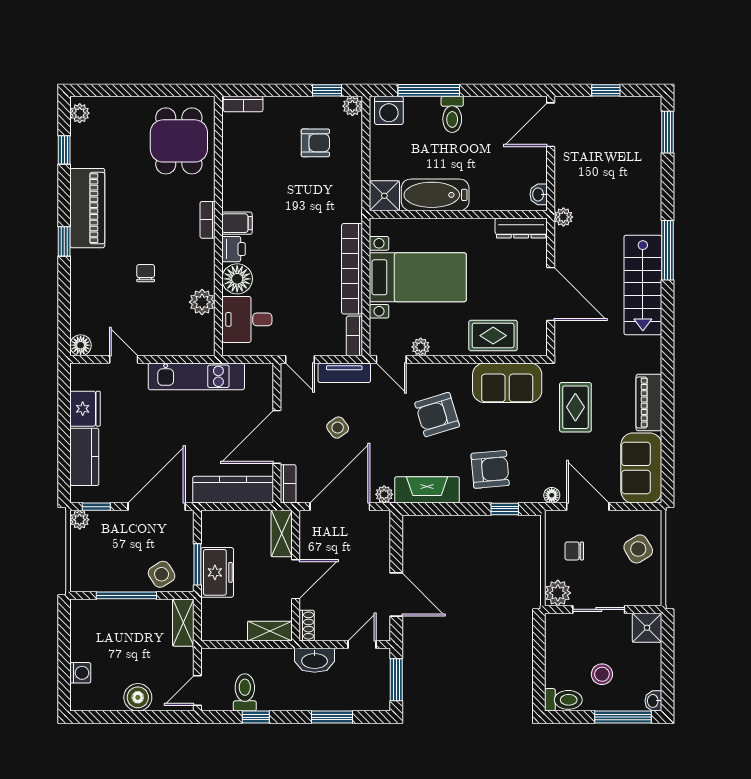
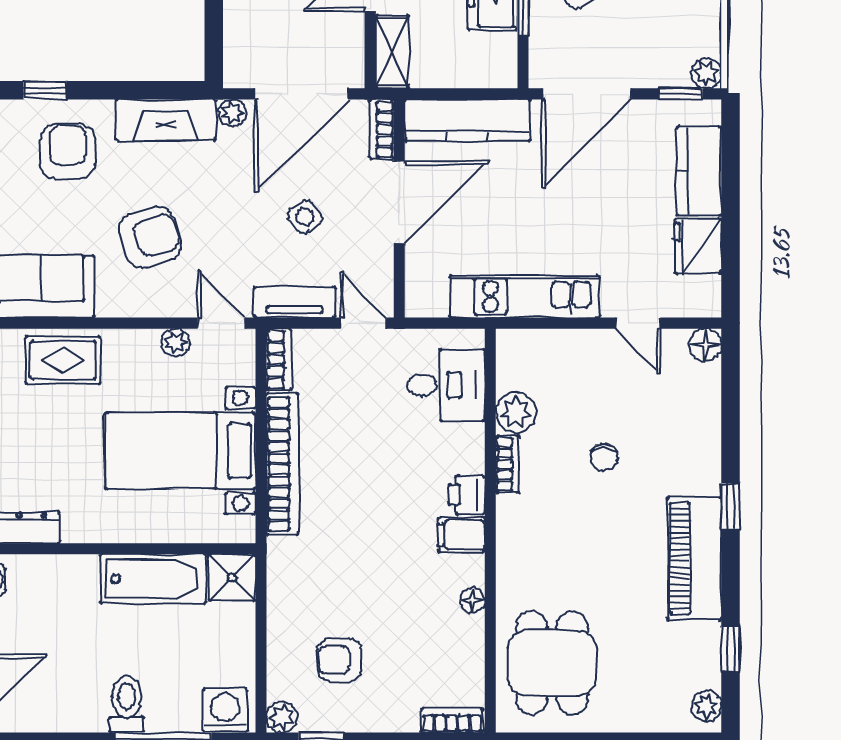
bookcase: (208, 220) -> (507, 464), moved
floor lamp: (237, 279) -> (472, 600), moved, width x0.53, depth x0.53
armchair: (490, 469) -> (68, 152), turned 95

